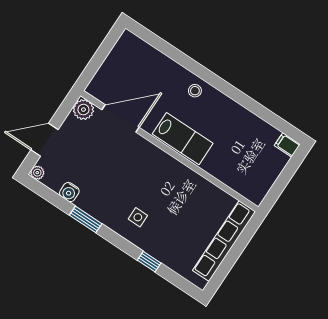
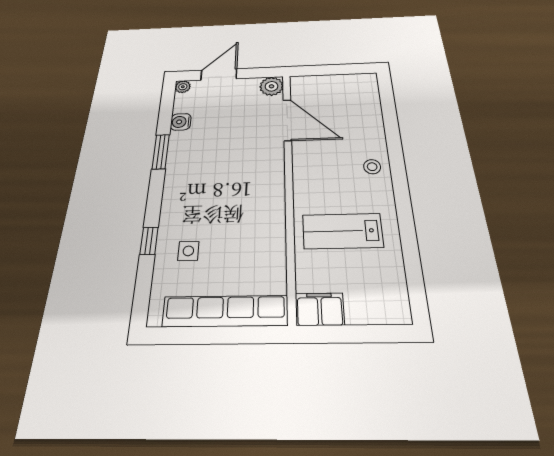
lab bench: (183, 139) -> (342, 231), moved, turned 90
door: (44, 140) -> (219, 74), hinge flipped
filing cabinet: (287, 145) -> (320, 309), moved, width x2.00
side table: (138, 217) -> (188, 251), moved

